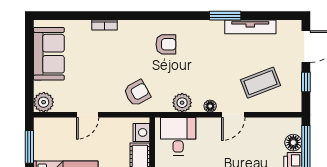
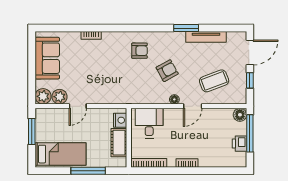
armchair: (137, 93) -> (167, 71), moved
plant: (182, 103) -> (59, 97), moved
floor lamp: (293, 143) -> (240, 115), moved

